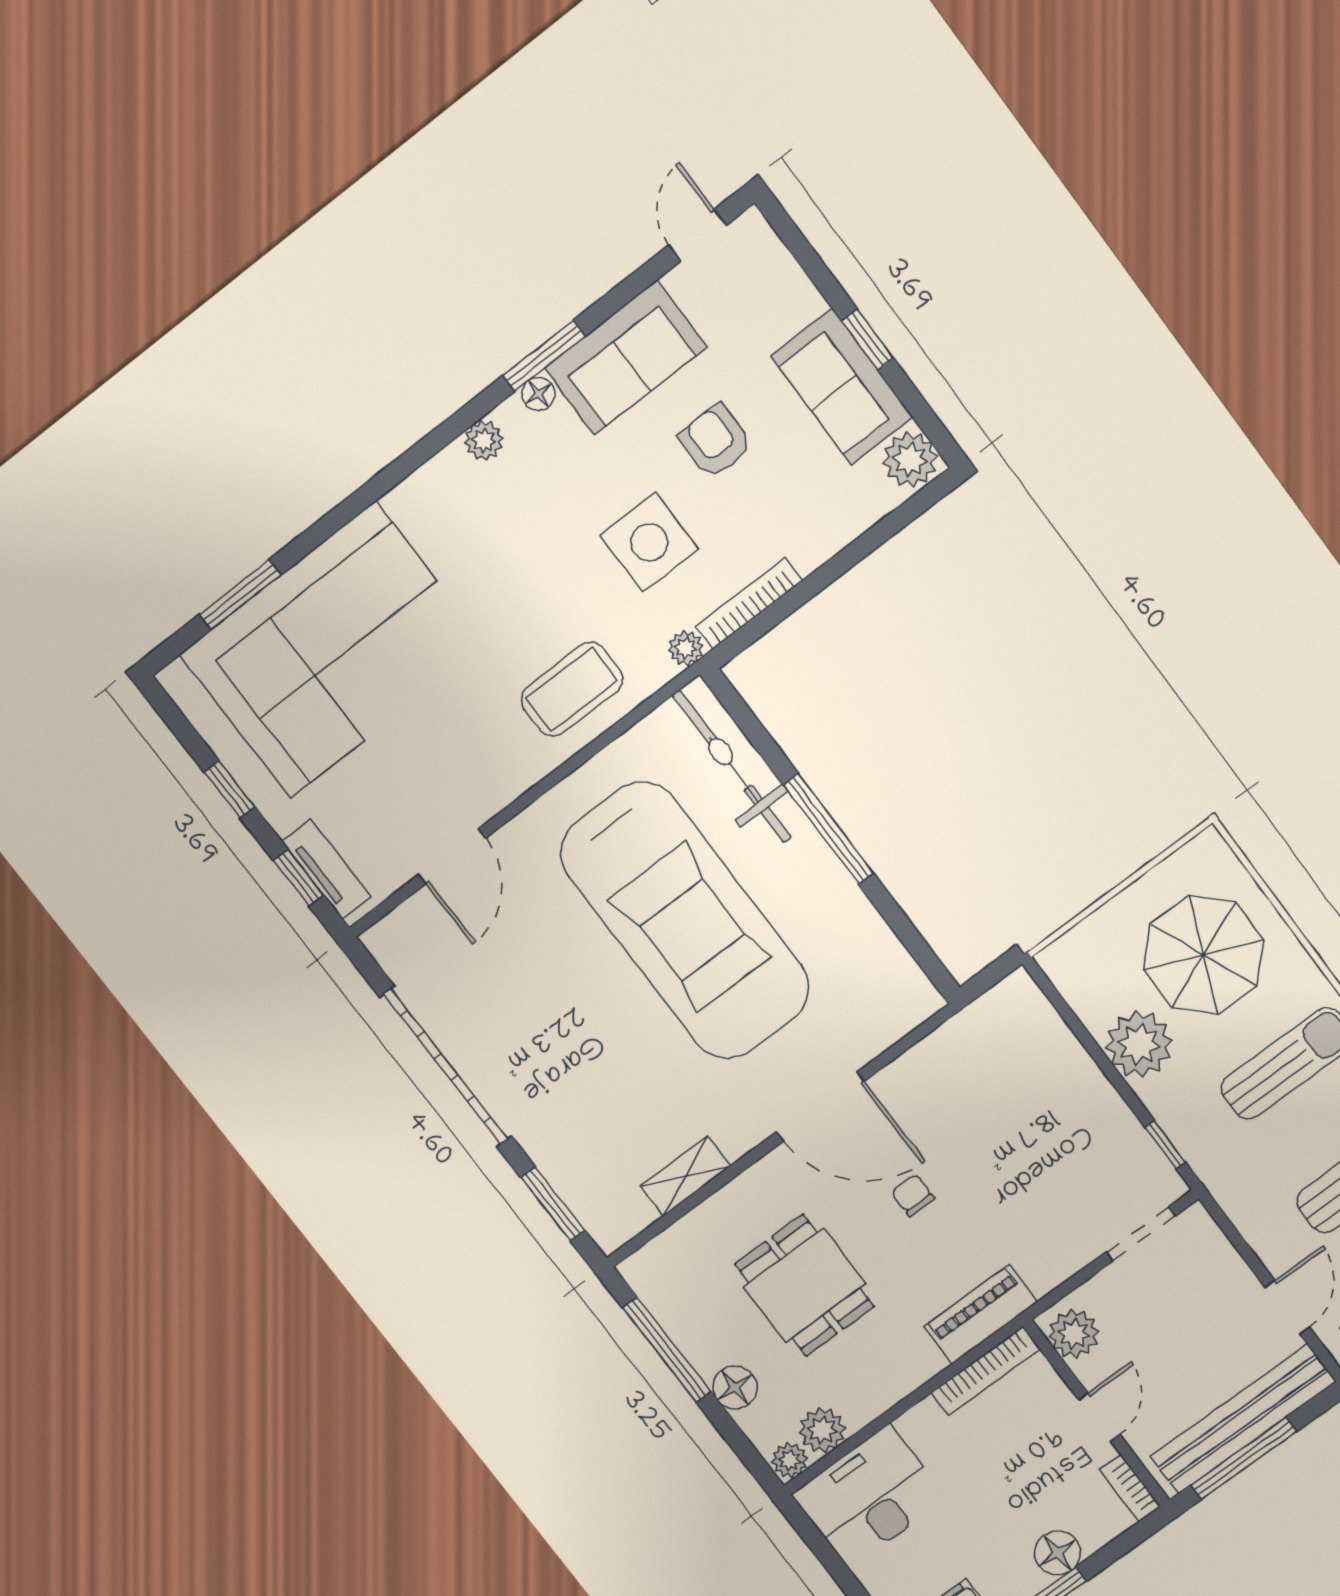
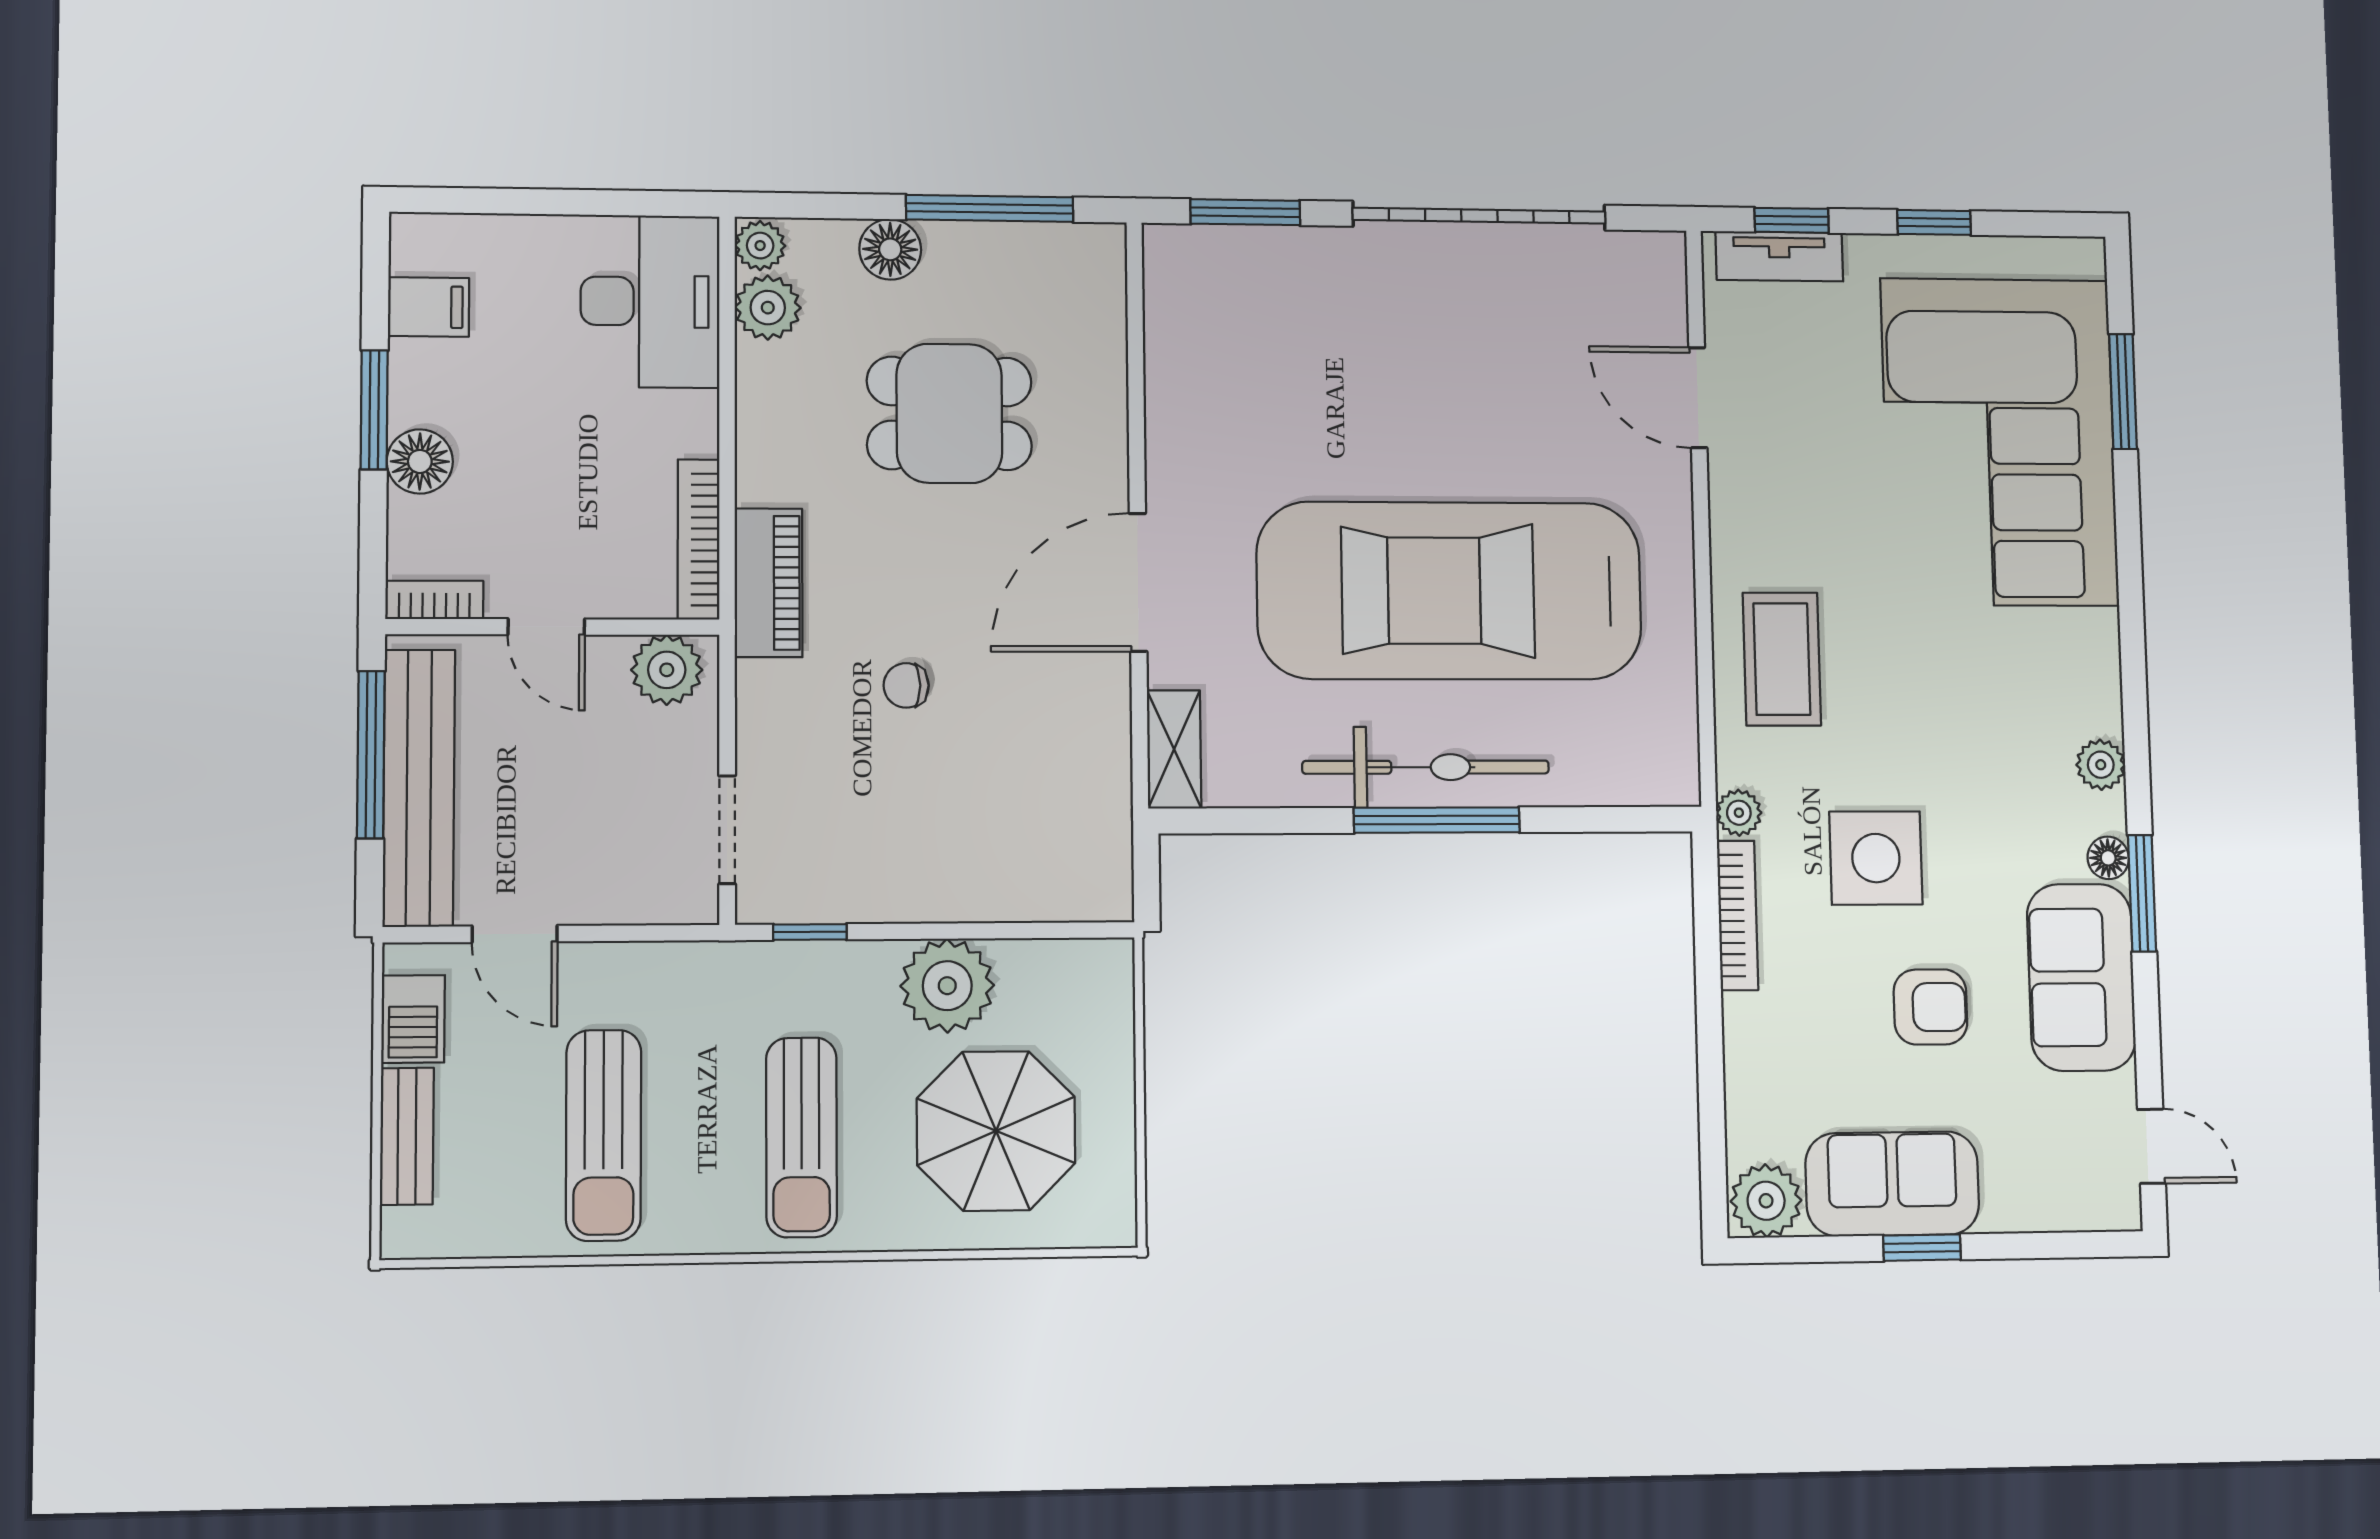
bicycle: (732, 766) -> (1426, 767), moved
shelving: (685, 1176) -> (1174, 749), moved
chair: (913, 1195) -> (906, 685), moved, turned 180

